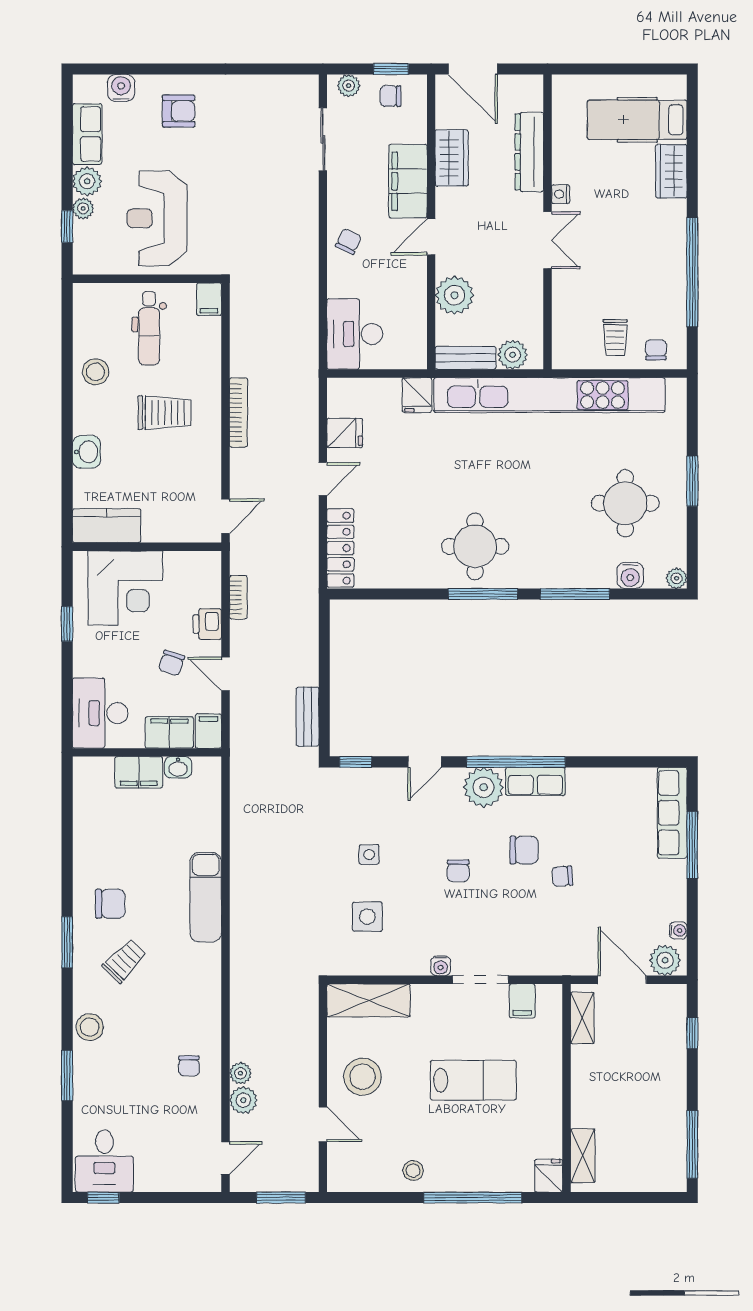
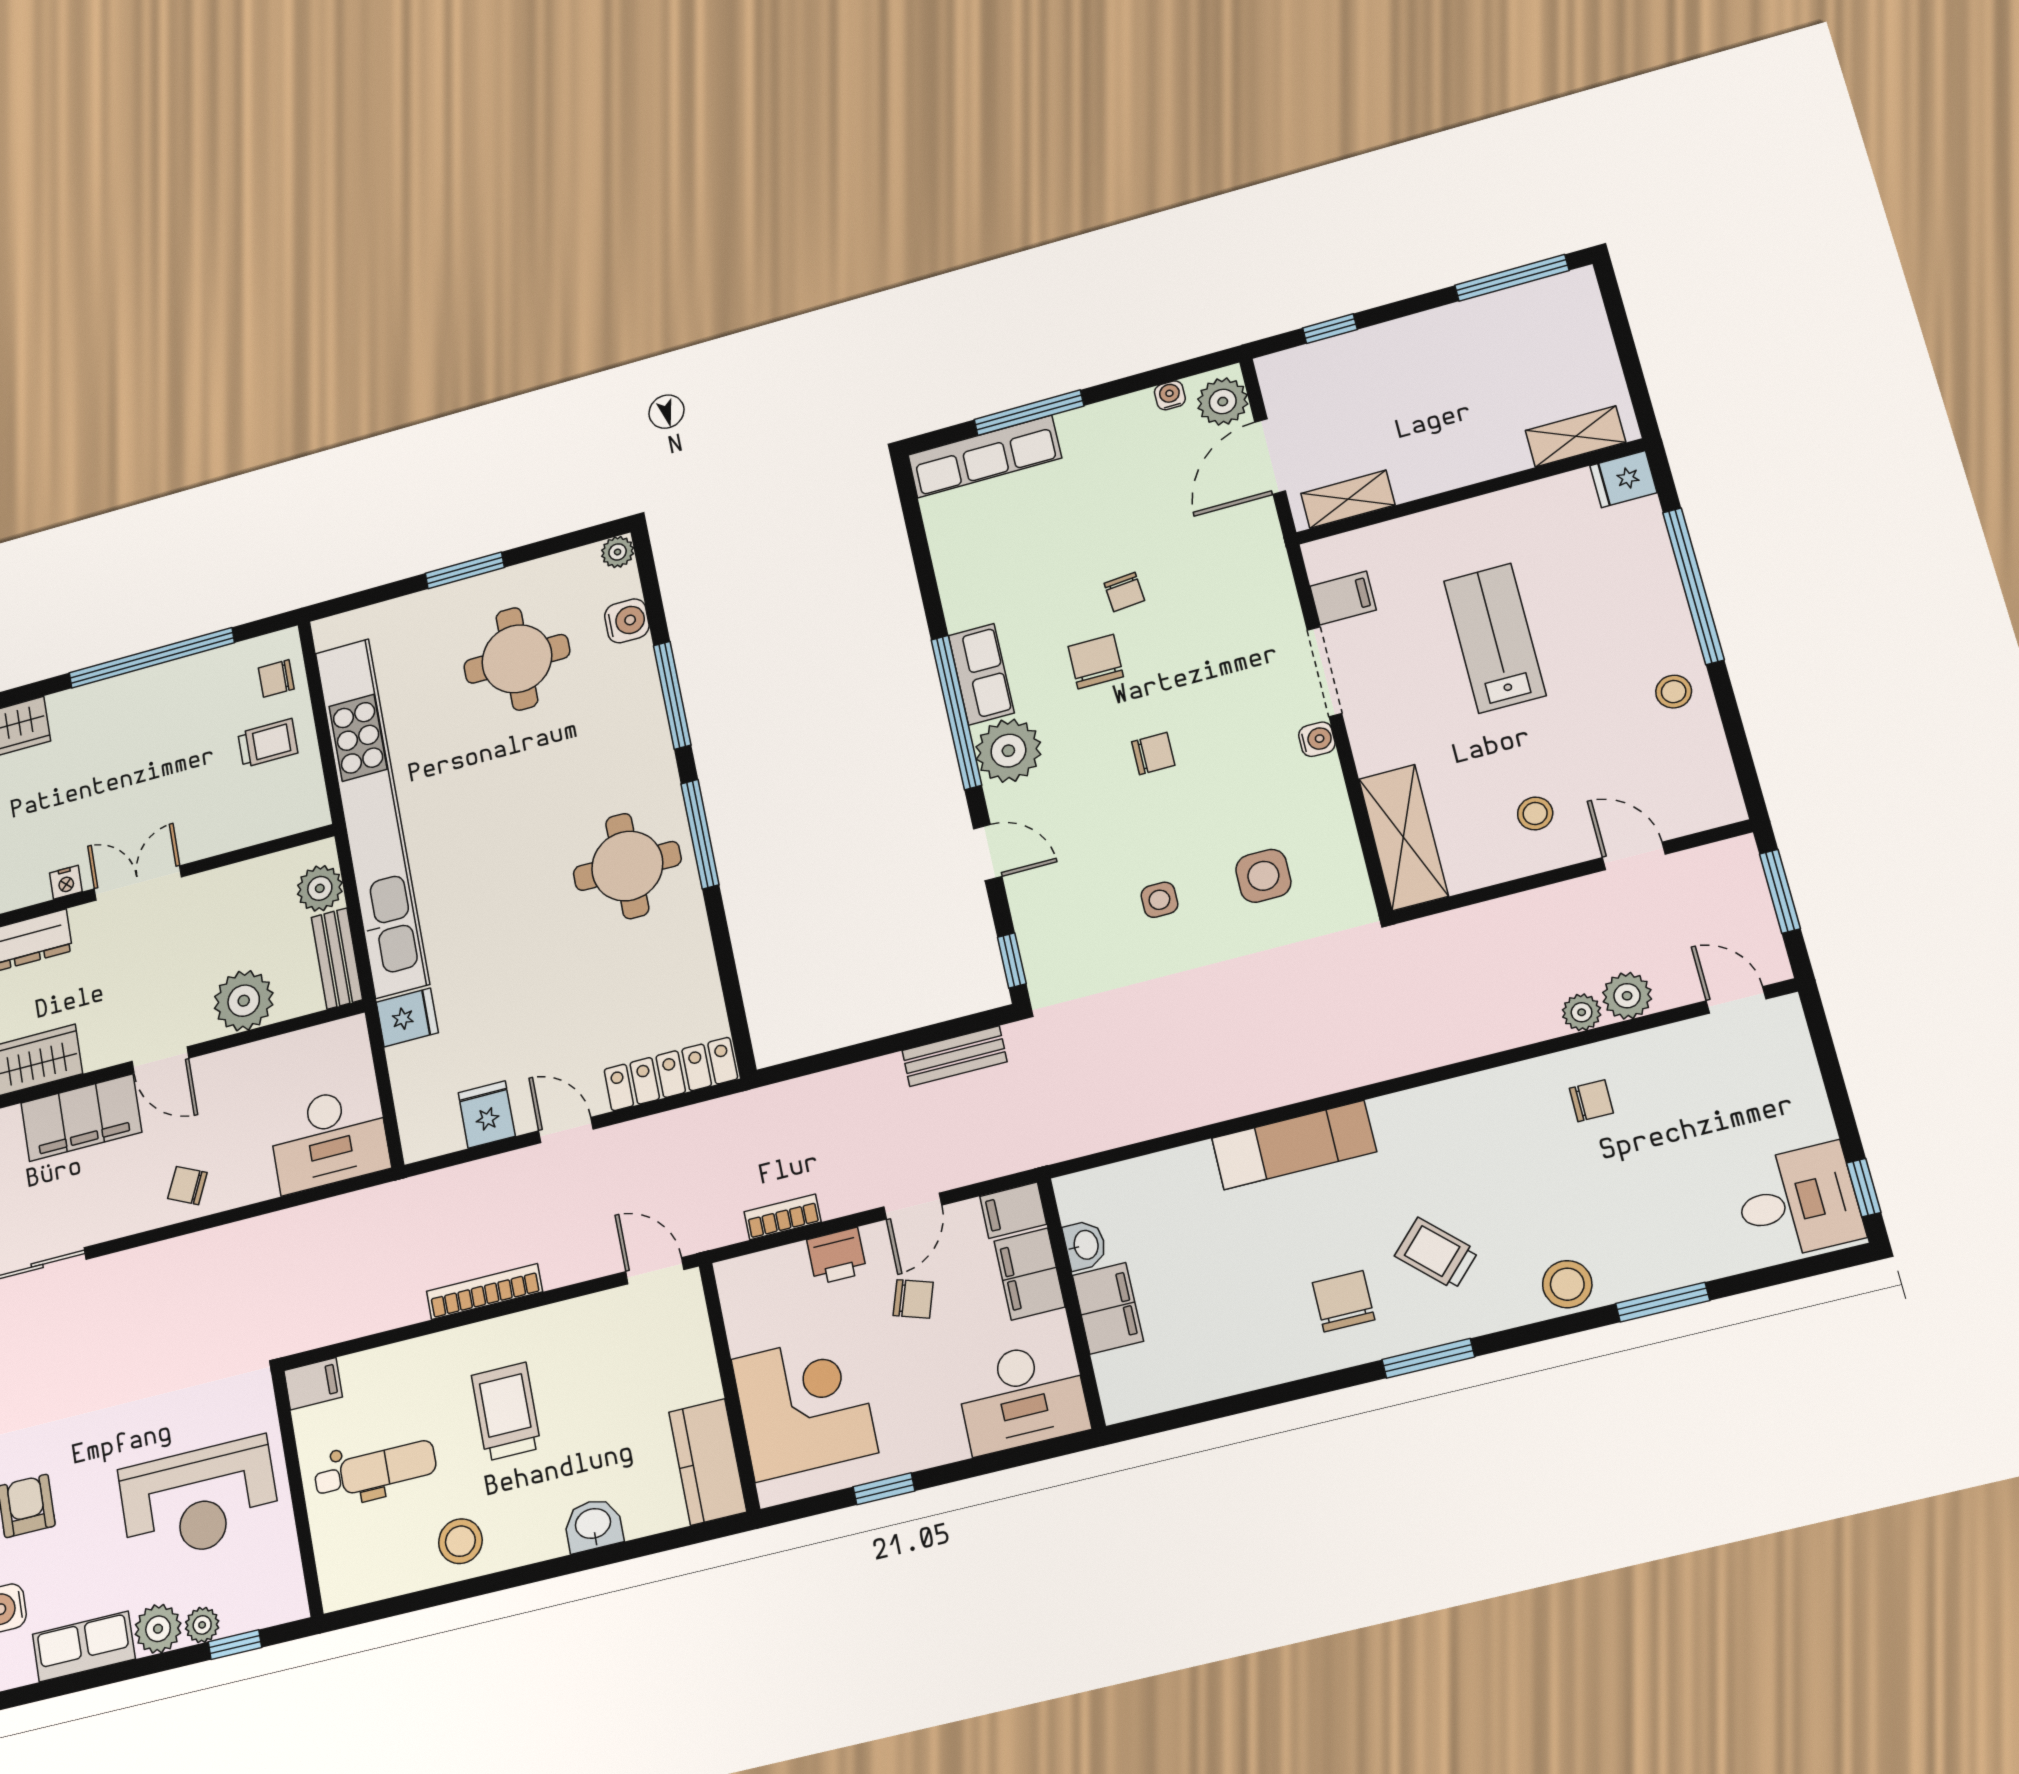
stool: (363, 1077) -> (1535, 813), width x0.53, depth x0.53
door: (323, 1124) -> (1634, 856), hinge flipped

